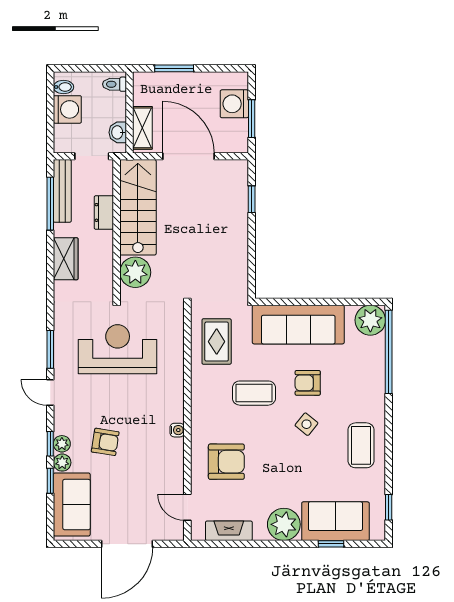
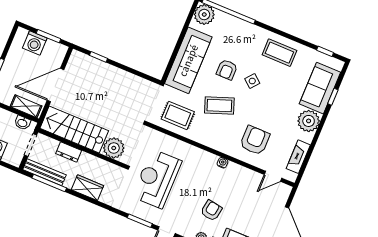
coffee table: (254, 393) -> (219, 106), turned 70

